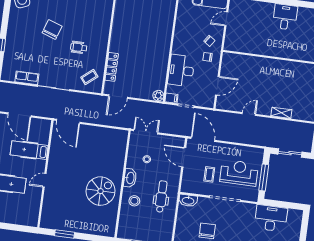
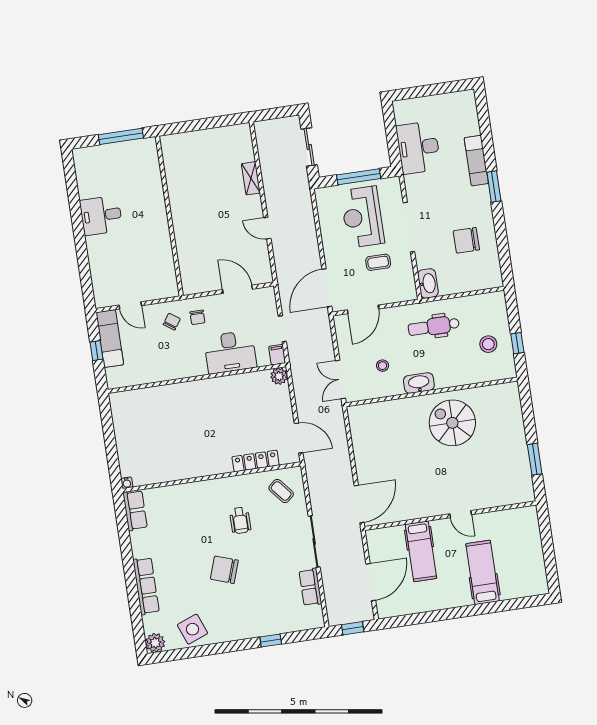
stool: (134, 201) -> (488, 344), moved

